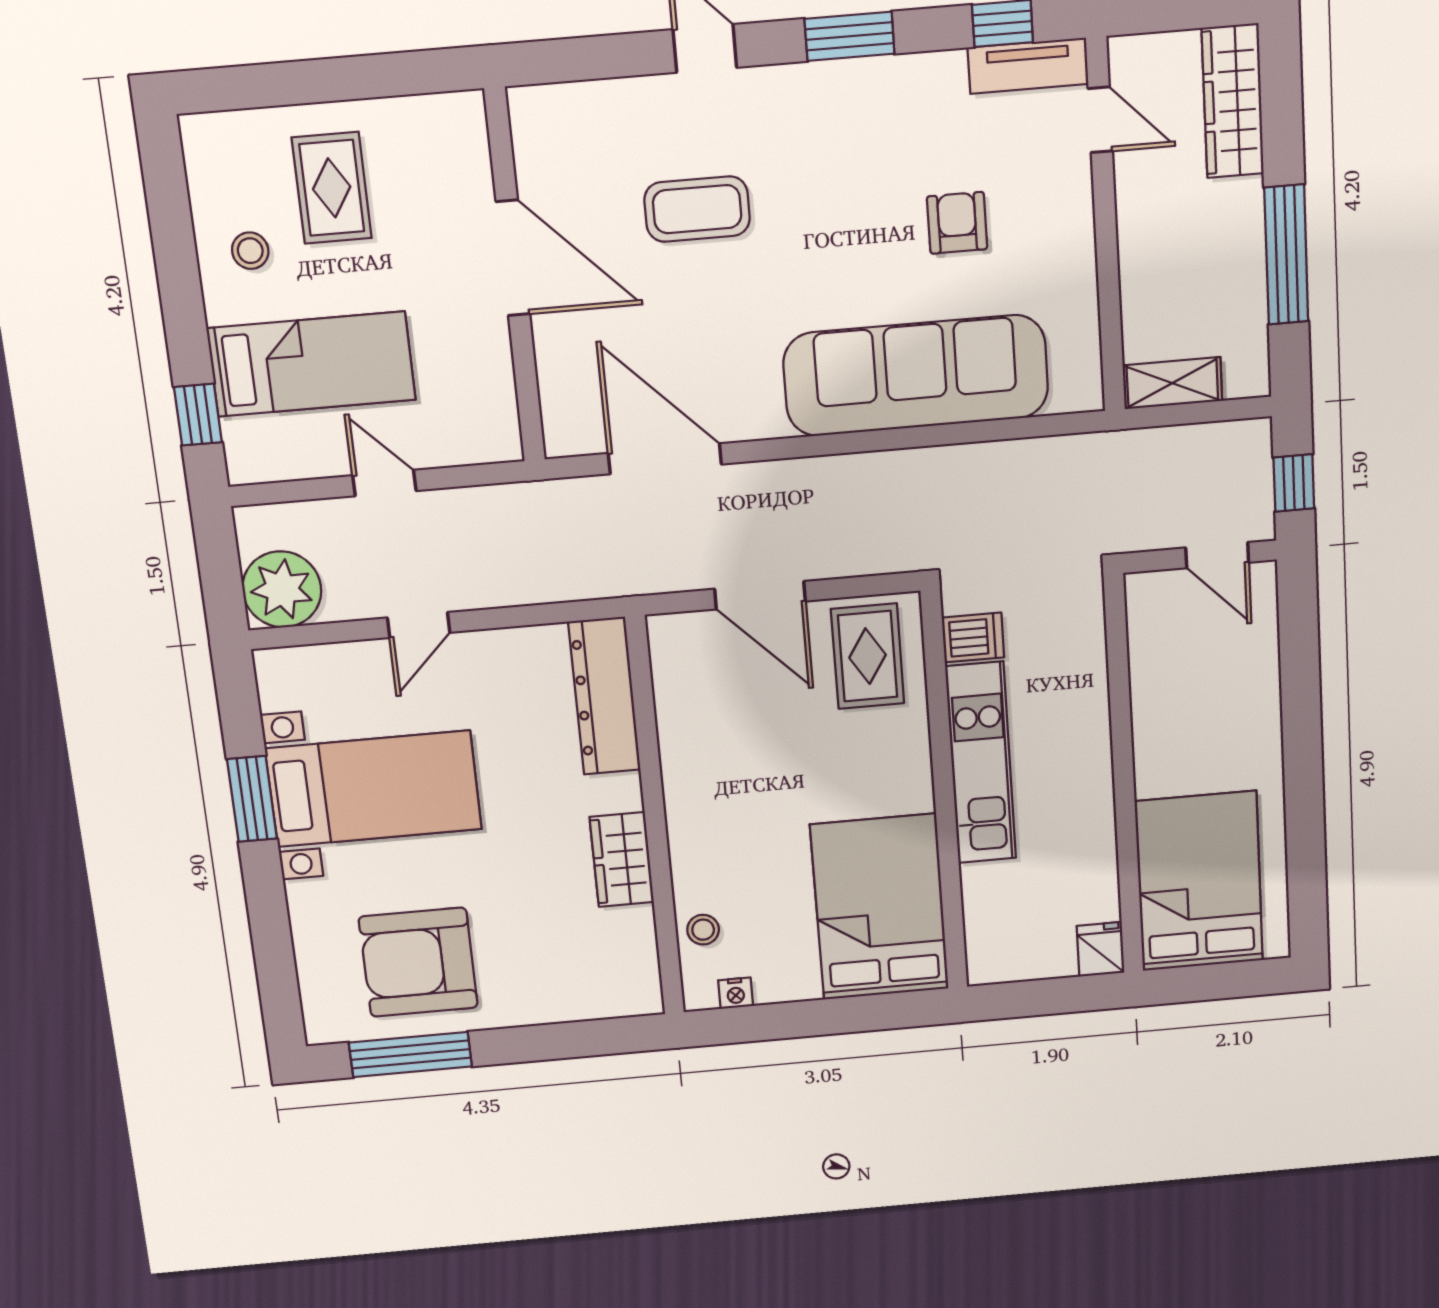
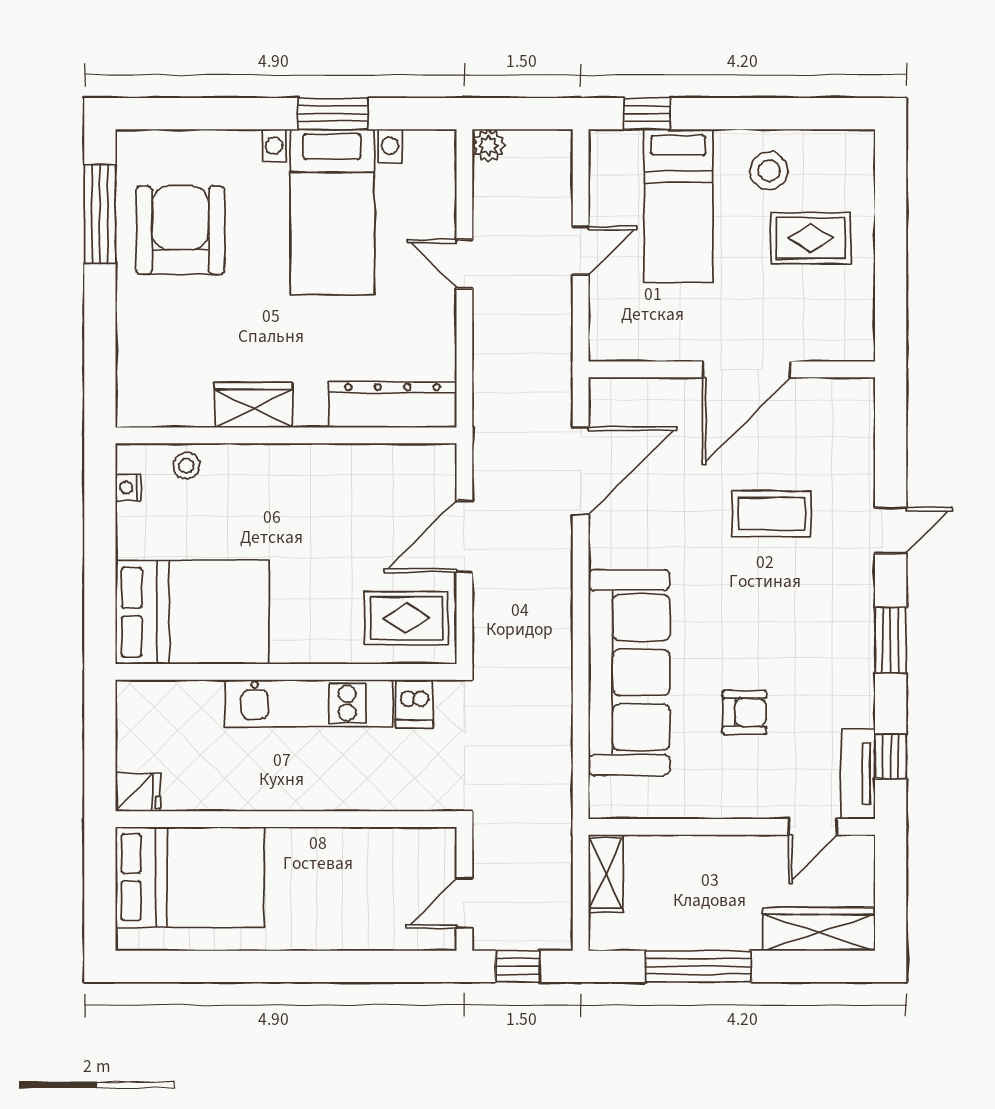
coffee table: (697, 209) -> (772, 514), turned 90
stool: (250, 251) -> (769, 171), width x1.37, depth x1.37
plant: (282, 589) -> (488, 146), width x0.53, depth x0.53

